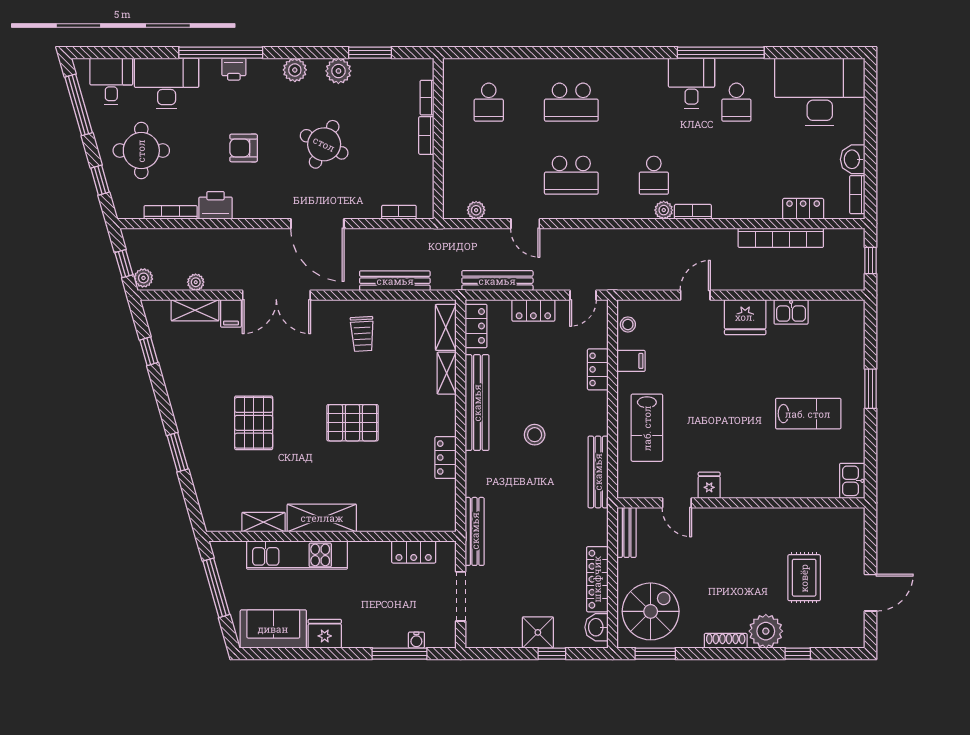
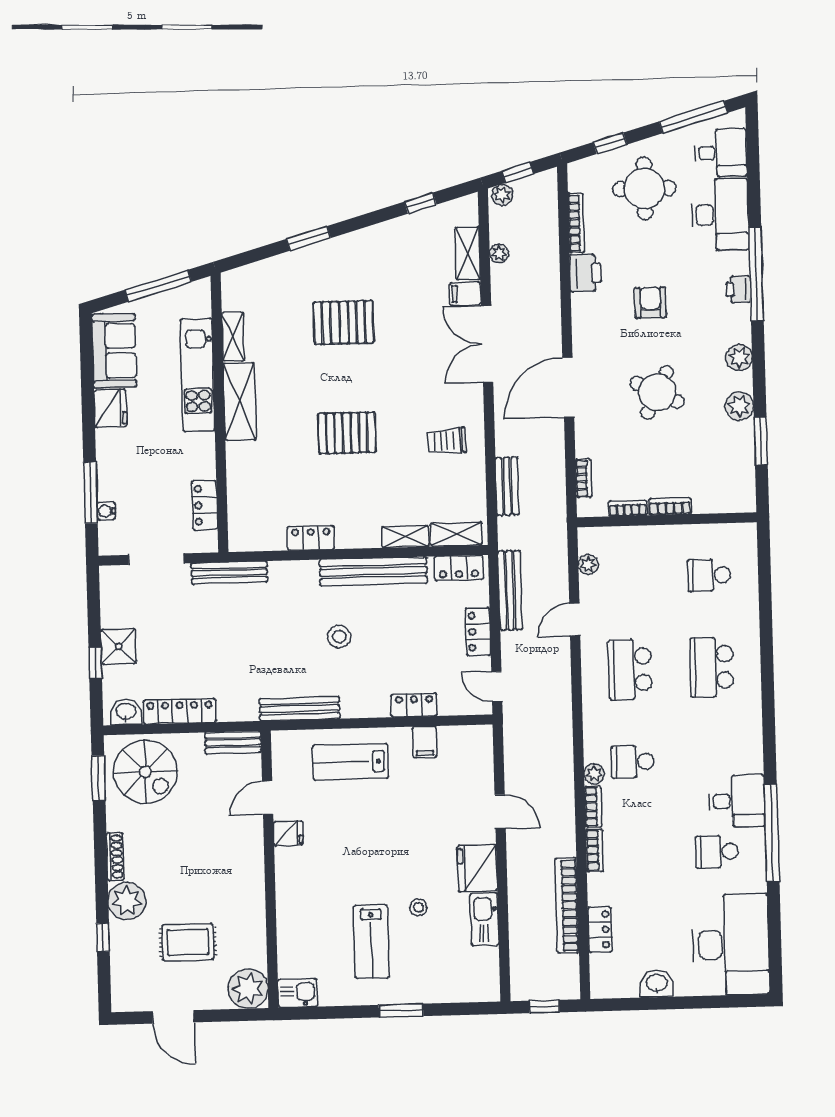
bookcase: (427, 98) -> (628, 508), moved
bookcase: (857, 195) -> (595, 850), moved, turned 90
bench: (395, 281) -> (507, 486), width x0.73
kitchen sink: (791, 312) -> (484, 919), width x1.38
stool: (628, 324) -> (418, 907), moved
pallet: (352, 423) -> (347, 433), turned 90
plant: (847, 525) -> (248, 989), added

